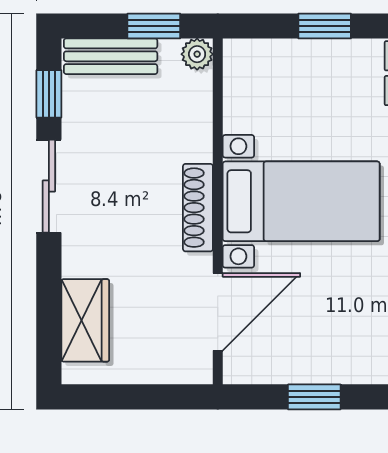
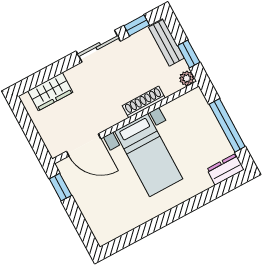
window: (325, 26) -> (227, 125), width x2.17
shoe rack: (198, 208) -> (144, 102), moved
window: (314, 397) -> (60, 187), moved

